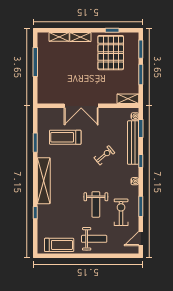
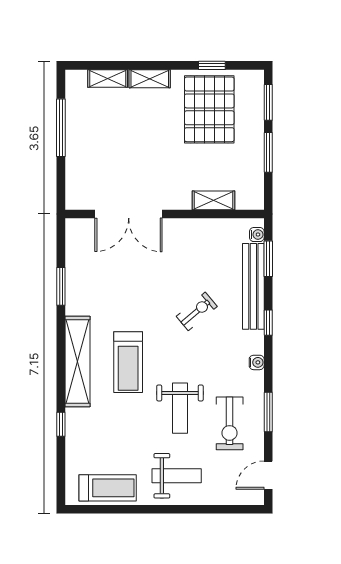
shelving: (128, 99) -> (214, 200), moved
double door: (81, 106) -> (129, 214), moved
treadmill: (65, 137) -> (128, 362), moved, turned -90
exercise bike: (121, 212) -> (230, 423), turned 180

